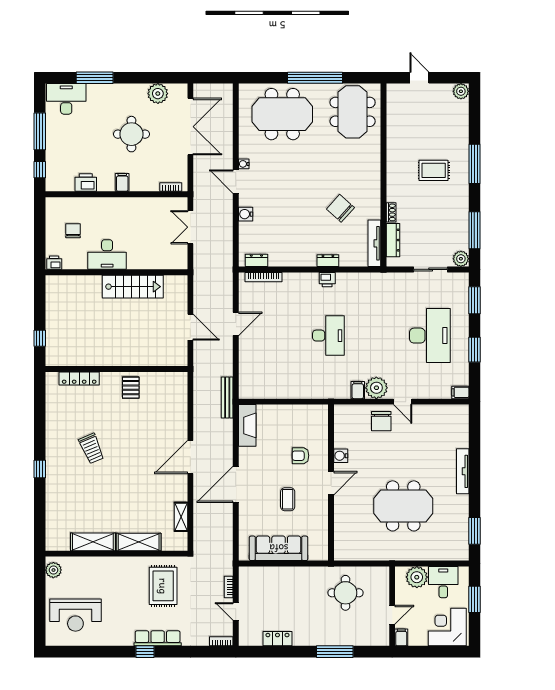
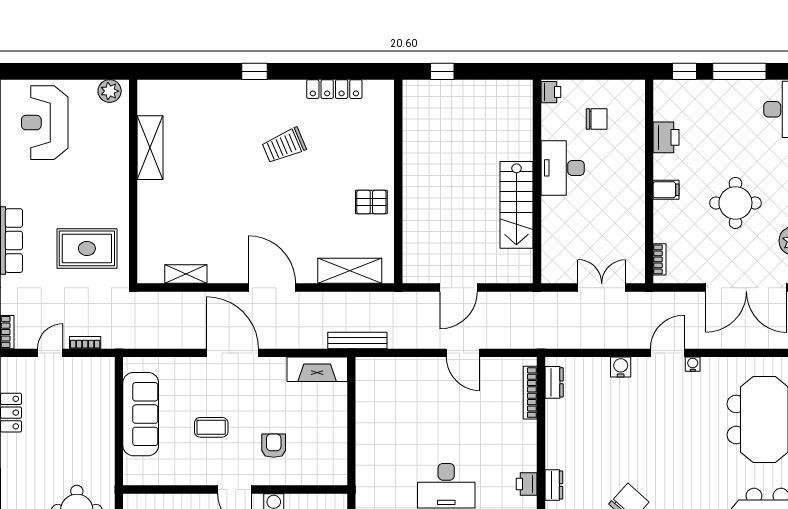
locker: (79, 378) -> (334, 89), moved, turned -90
shelving: (139, 542) -> (350, 271), moved, turned 90

